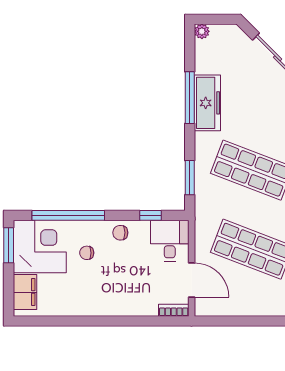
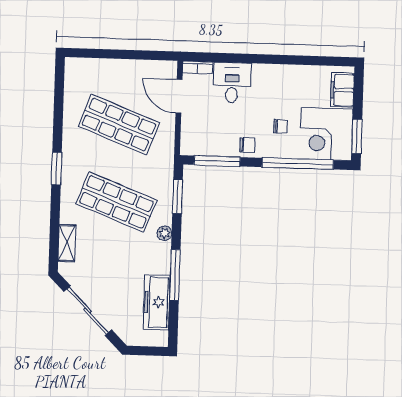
plant: (202, 31) -> (164, 233), moved
freezer: (207, 103) -> (157, 302), moved
window: (151, 215) -> (217, 161), width x2.17
desk: (170, 241) -> (232, 83), moved, turned 180

